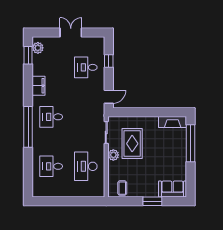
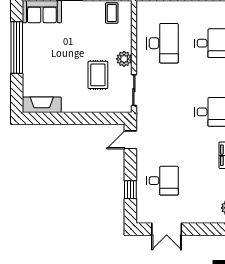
double door: (71, 32) -> (167, 229), moved
window: (191, 143) -> (17, 47), moved
rug: (132, 144) -> (98, 75), width x0.73, depth x0.70

